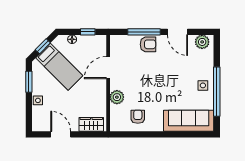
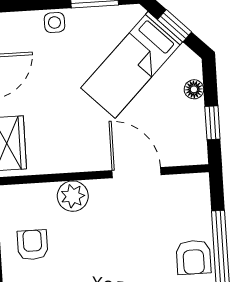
armchair: (138, 117) -> (32, 245), turned -90

